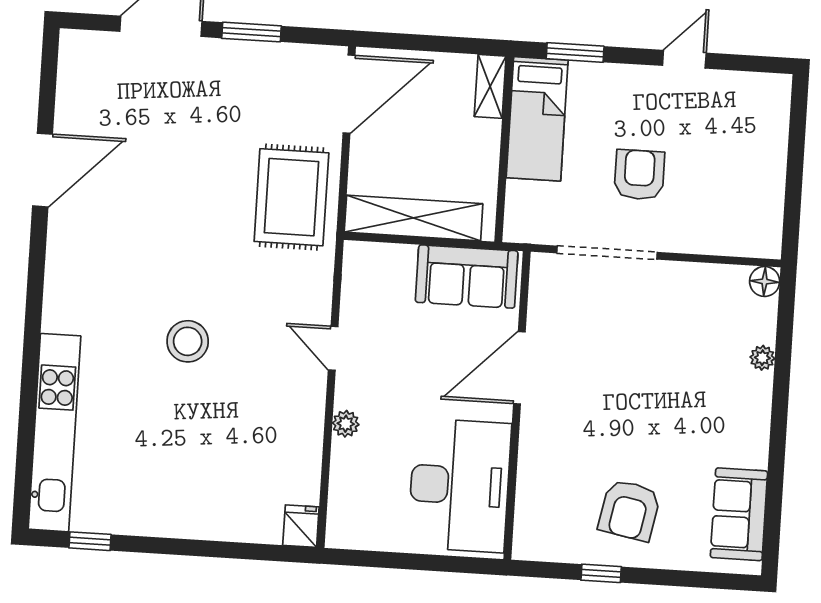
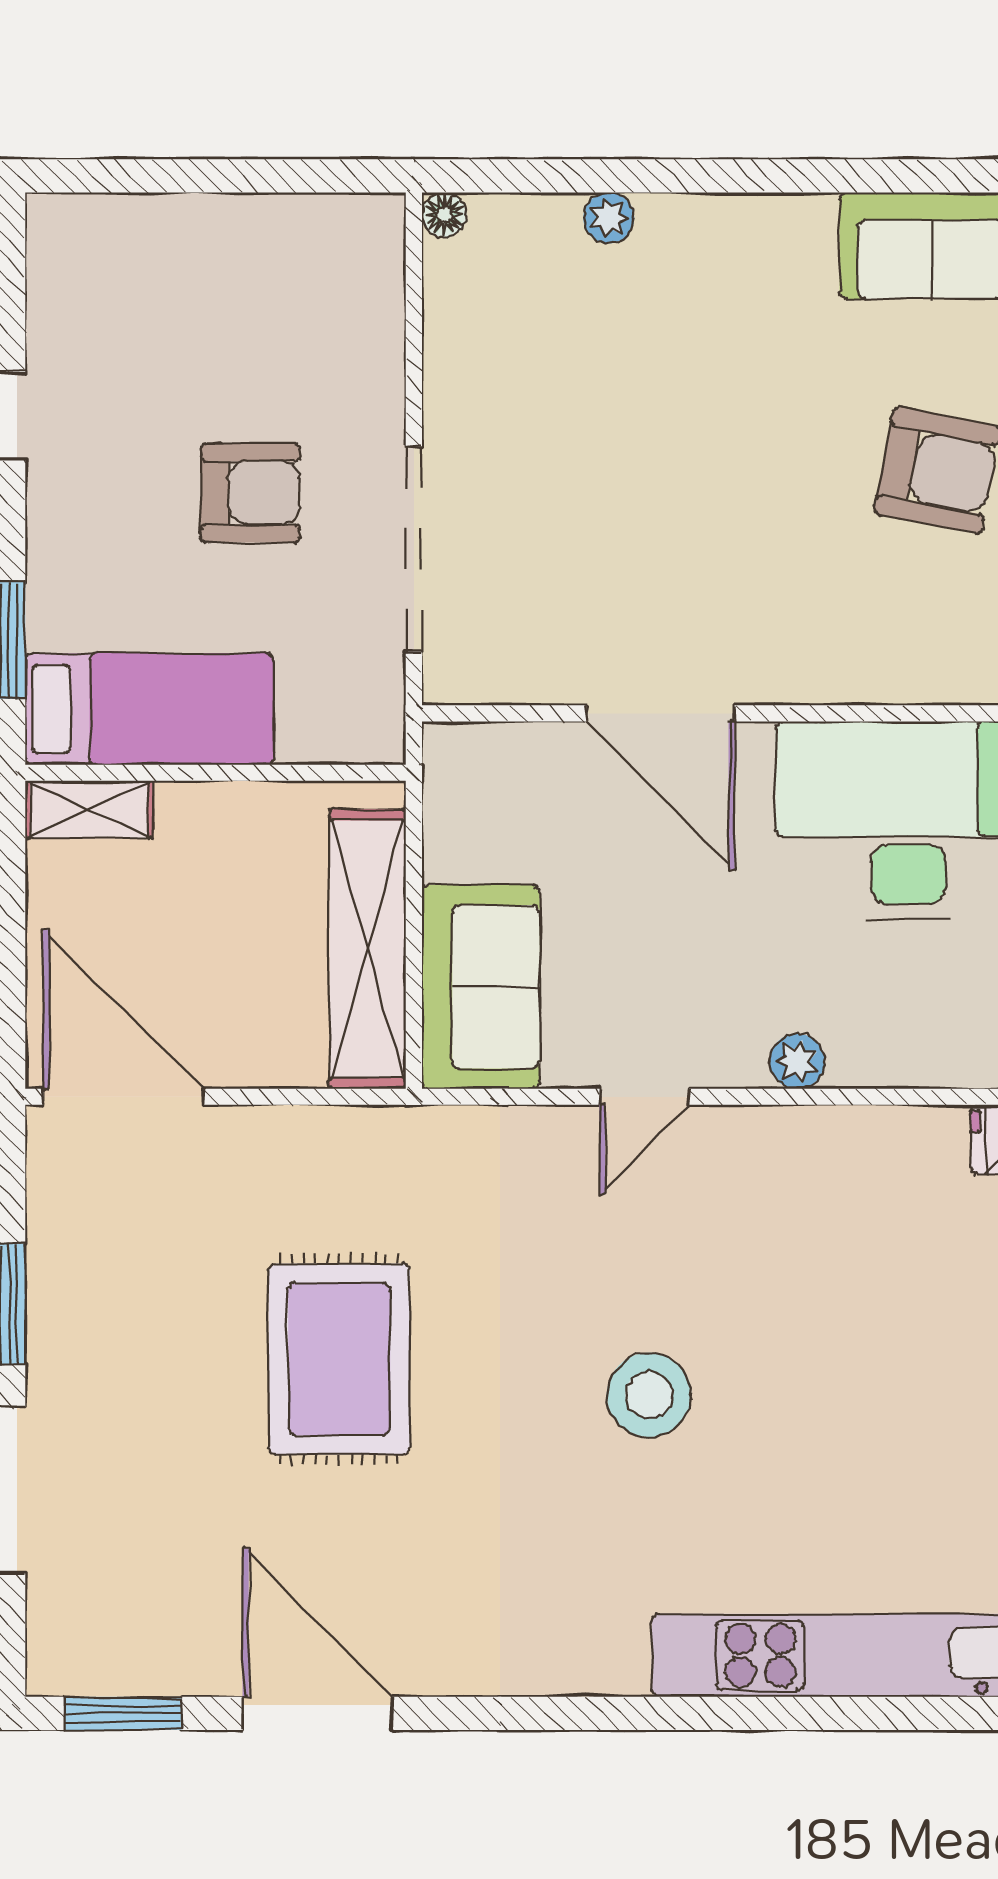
window: (49, 75) -> (123, 1713), added
armchair: (639, 175) -> (250, 493), turned 180
rug: (291, 197) -> (339, 1359), moved, turned 90
sofa: (467, 277) -> (481, 987), moved
floor lamp: (765, 281) -> (444, 215), width x0.73, depth x0.73

